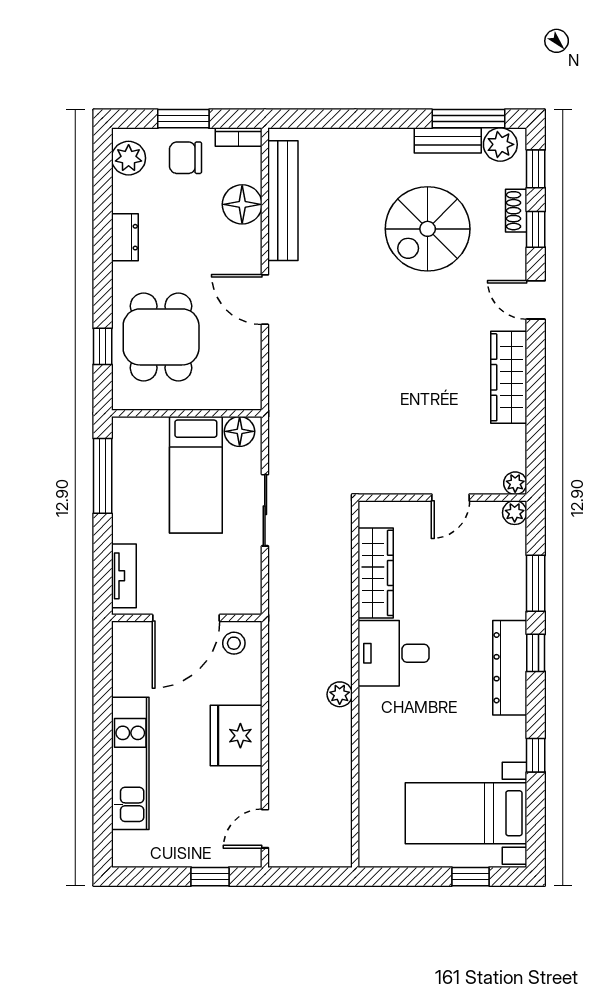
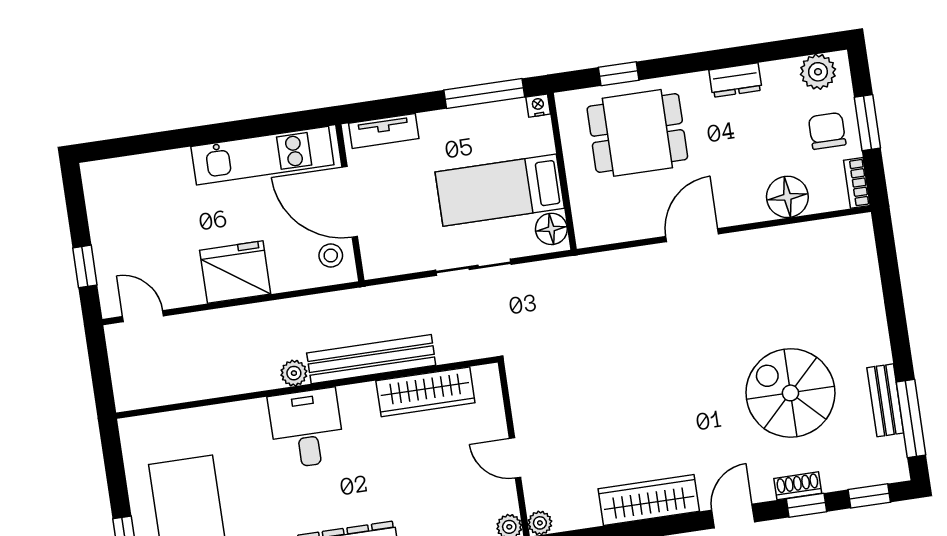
plant: (500, 144) -> (889, 456), removed
bench: (283, 201) -> (371, 359), moved
shoe rack: (516, 211) -> (798, 486), moved
nightstand: (121, 427) -> (538, 106), added
desk: (394, 653) -> (306, 428), moved
kitchen unit: (130, 763) -> (262, 156), moved

